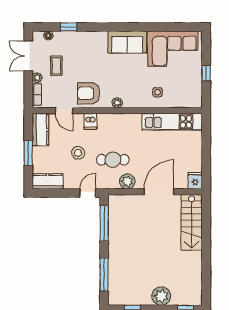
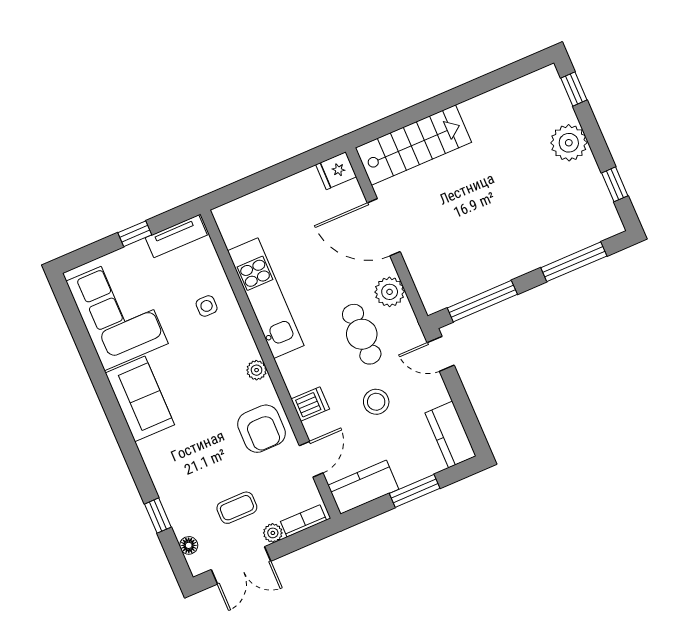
tv unit: (197, 92) -> (176, 236), added
kitchen unit: (172, 122) -> (266, 298), moved

